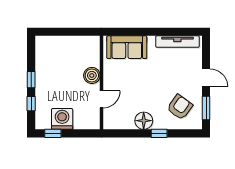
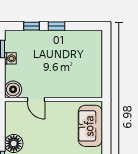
boiler: (92, 75) -> (13, 89), moved
washing machine: (62, 119) -> (10, 58), width x0.53, depth x0.53

